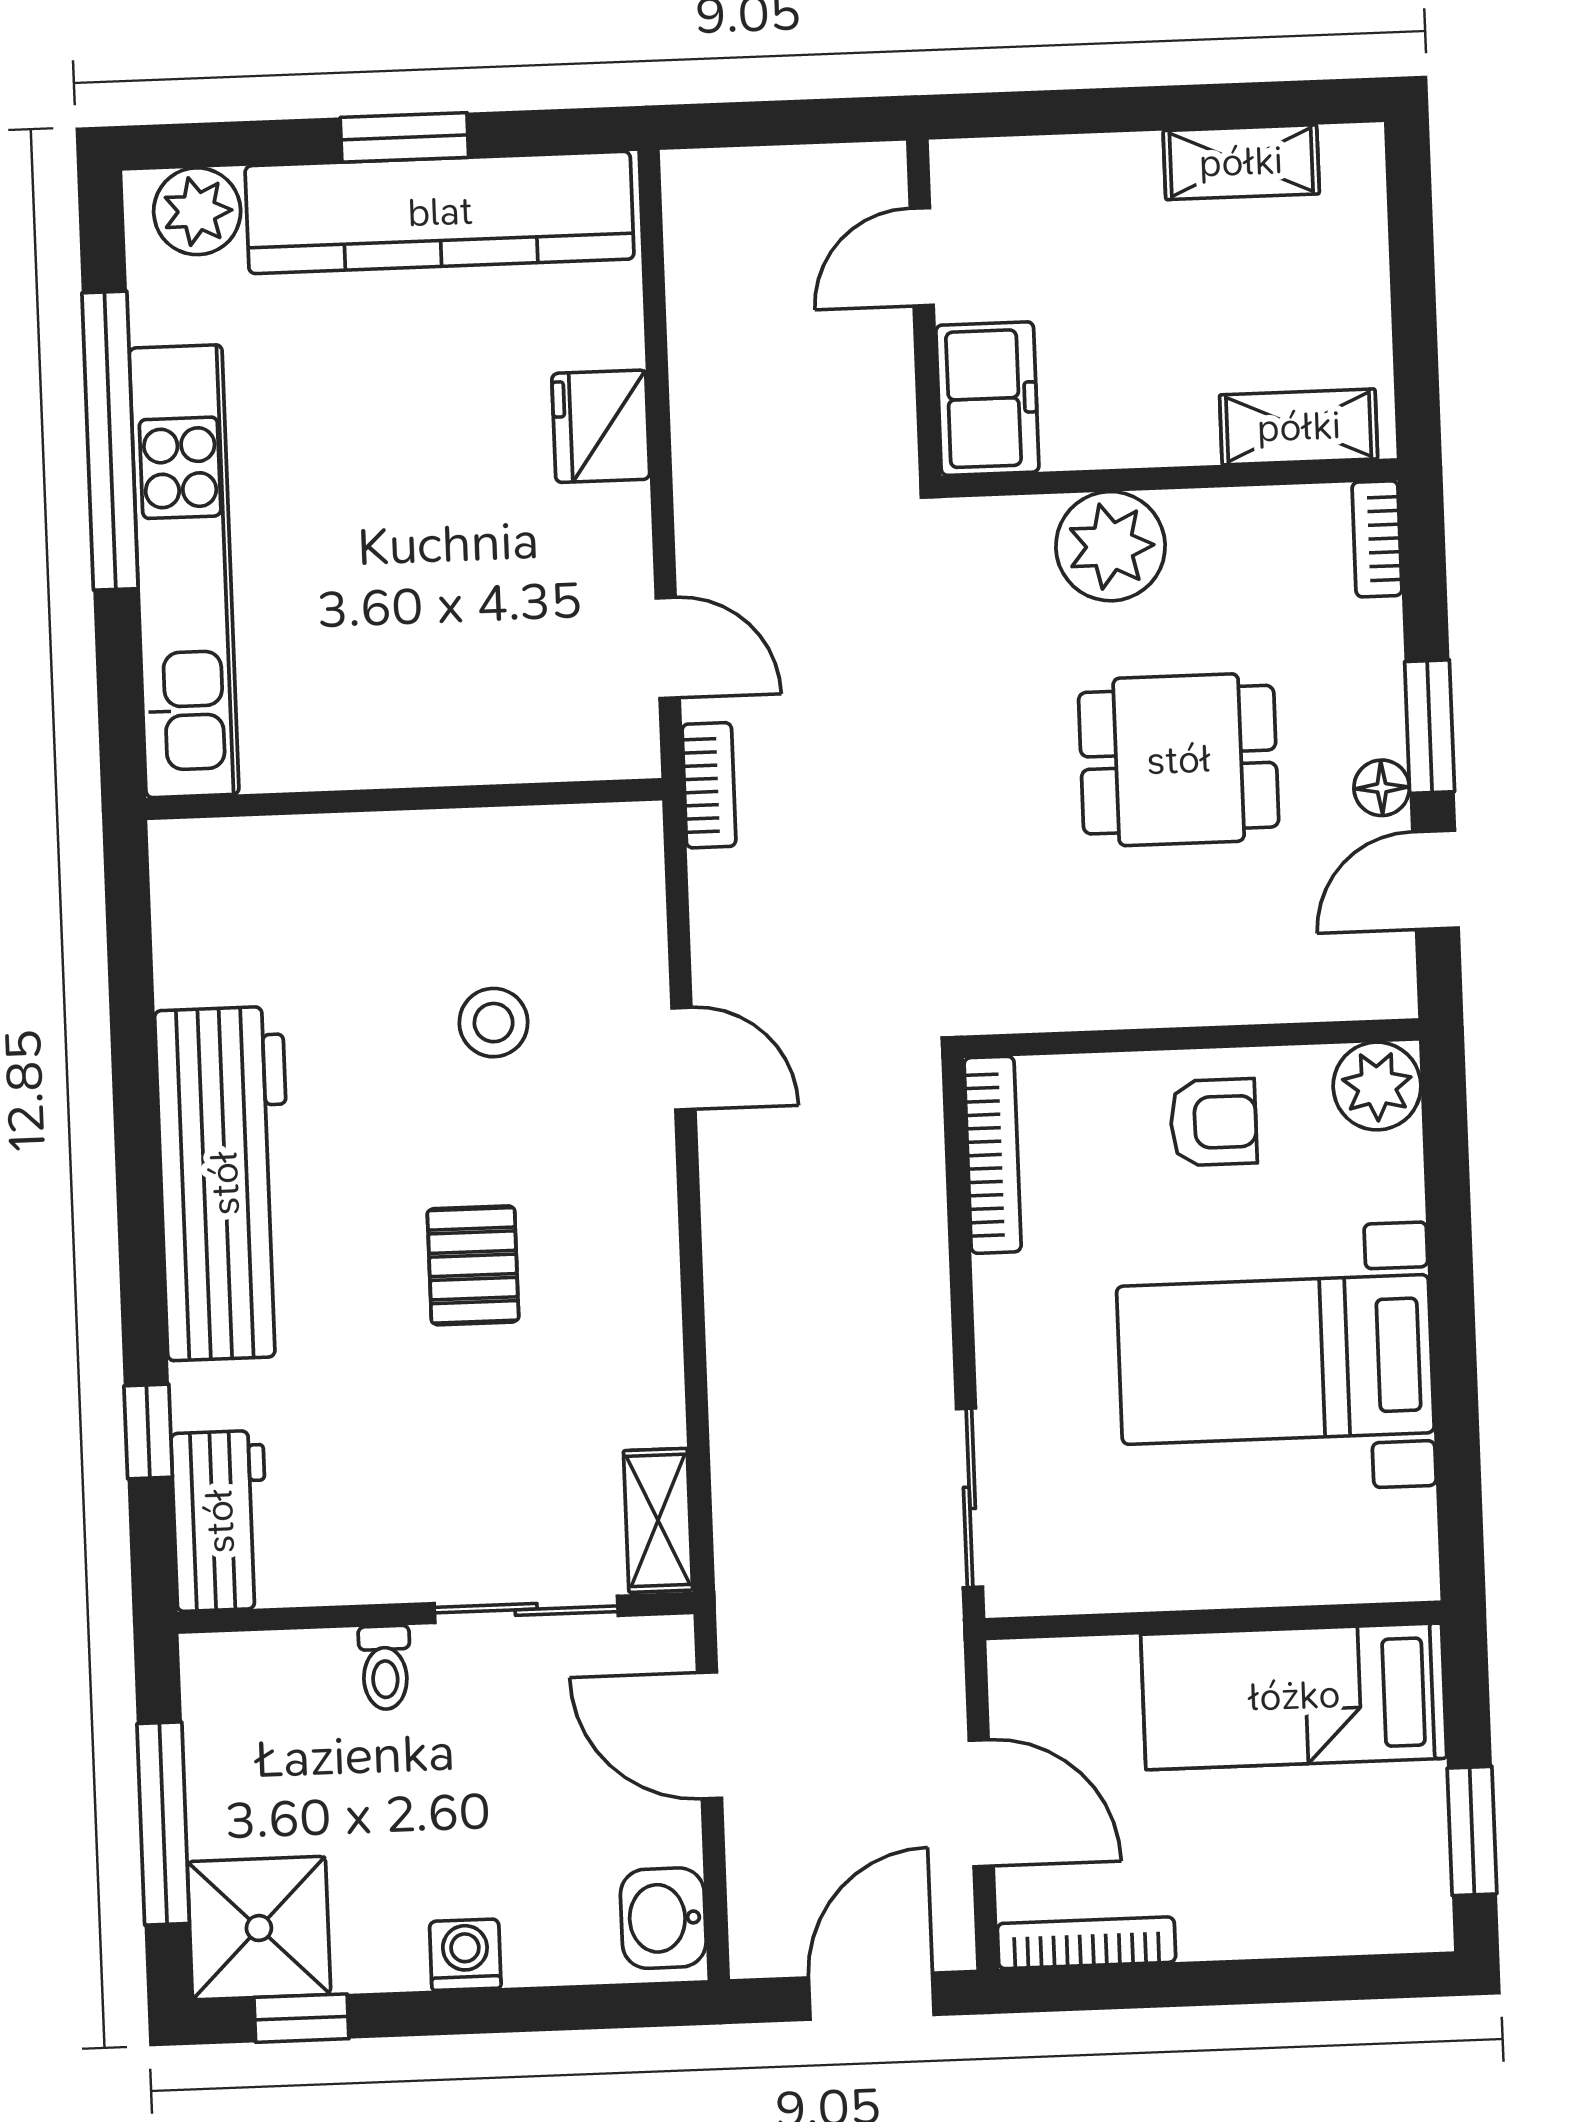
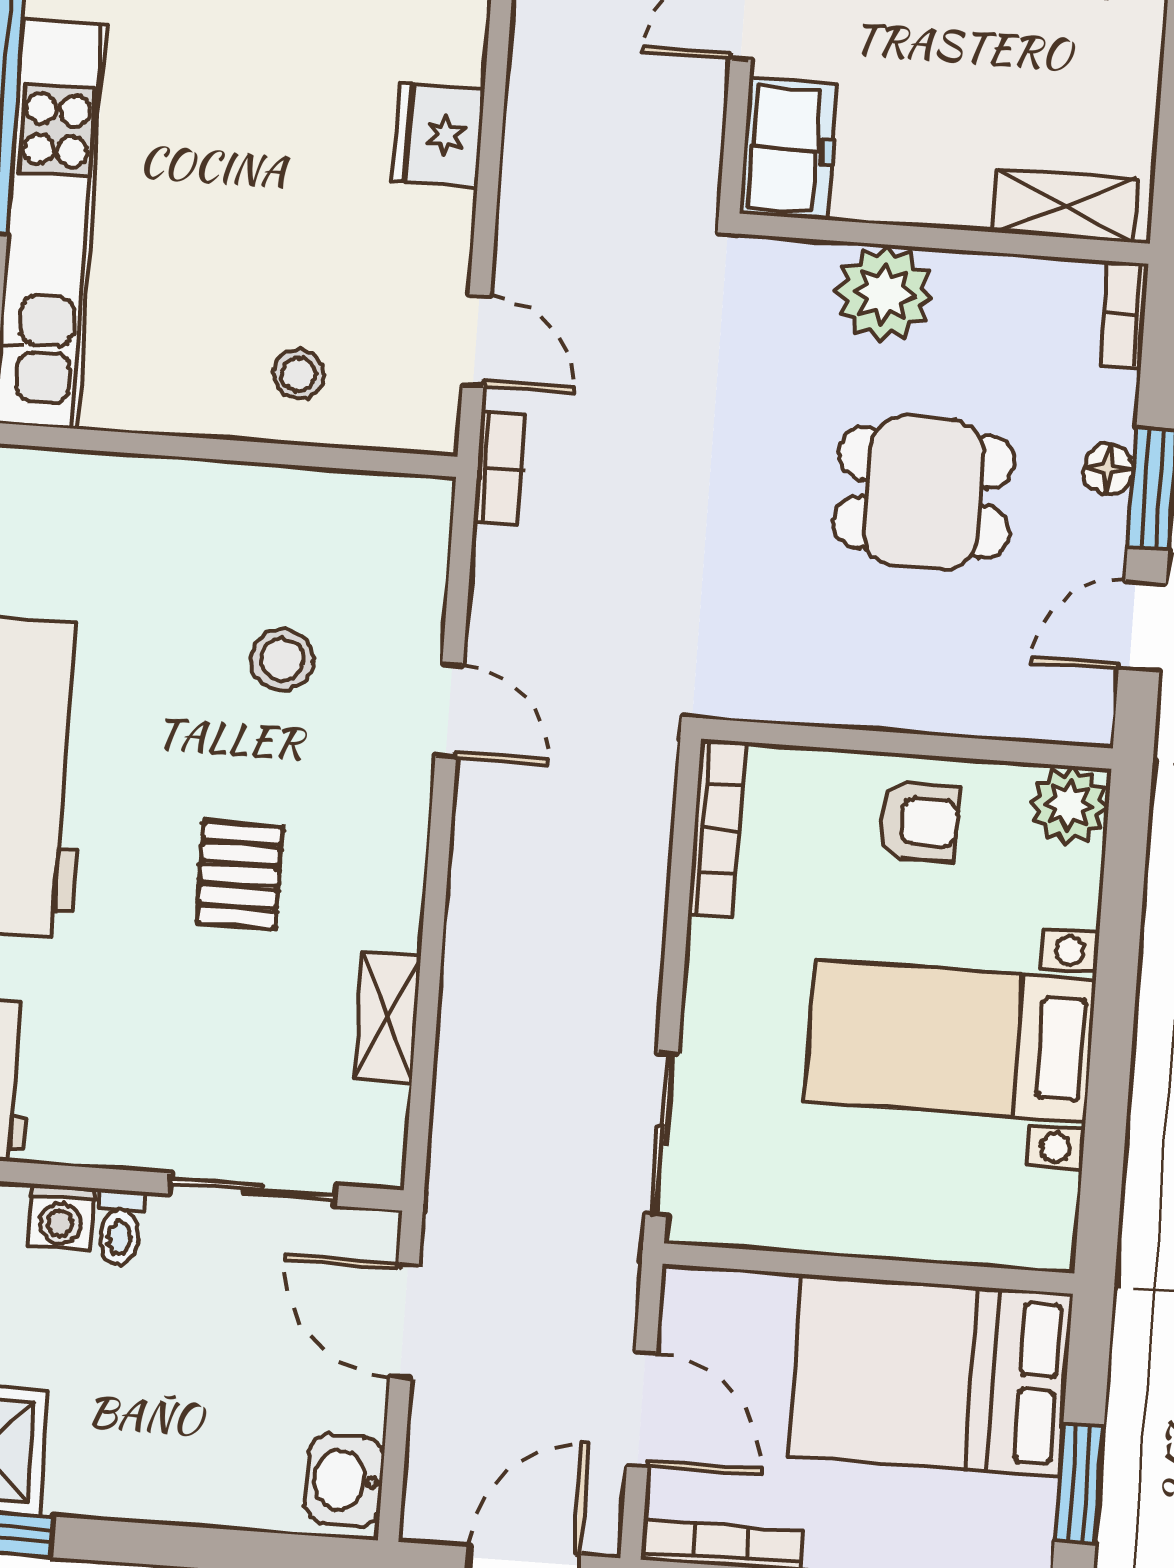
stool: (476, 707) -> (299, 374), added
floor lamp: (1382, 788) -> (1108, 469), moved
shelving: (658, 1520) -> (388, 1017), moved
bed: (1294, 1696) -> (931, 1375), width x1.50
washing machine: (465, 1955) -> (61, 1217), moved, turned 180

